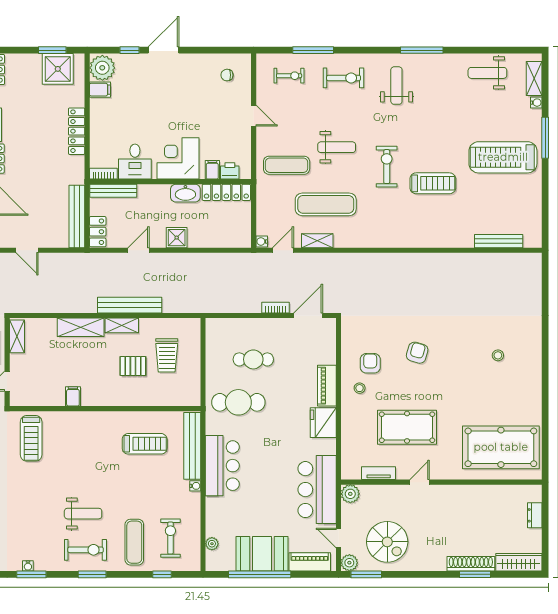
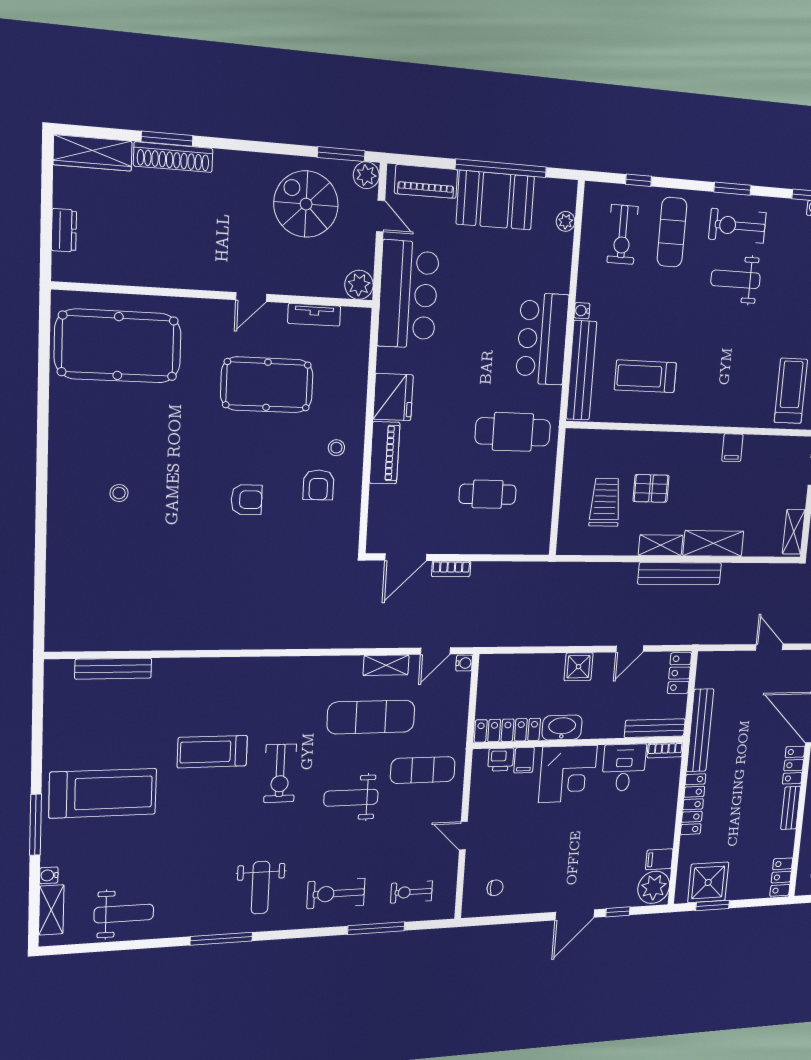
bench: (77, 216) -> (700, 730), moved
bench: (130, 305) -> (680, 574), moved
armchair: (417, 353) -> (246, 500), turned -106

